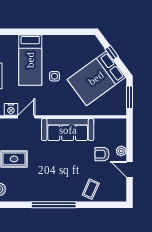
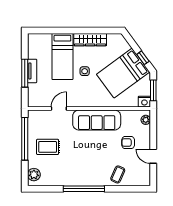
wardrobe: (60, 42) -> (90, 40), added
window: (112, 53) -> (143, 58), moved
nightstand: (11, 109) -> (144, 102), moved
plant: (121, 151) -> (146, 120), moved

